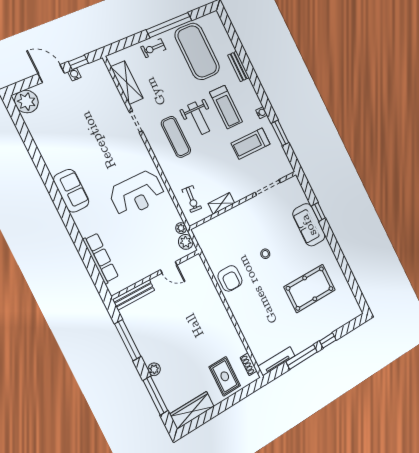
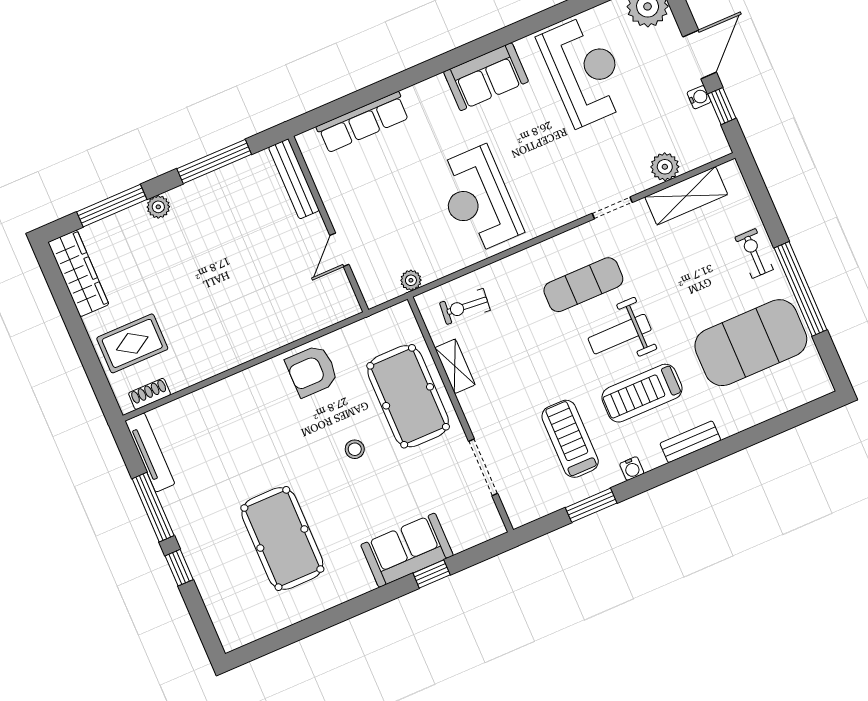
bench: (238, 66) -> (690, 442), moved
reception desk: (64, 137) -> (584, 71), added
pool table: (238, 227) -> (408, 396), added
plant: (186, 242) -> (665, 167), moved

